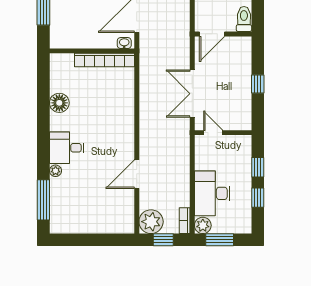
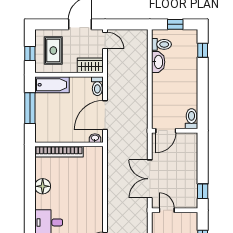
bookcase: (104, 60) -> (59, 152), moved
window: (258, 84) -> (203, 191), moved

